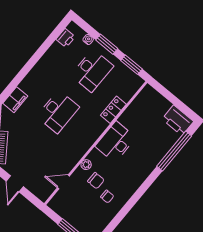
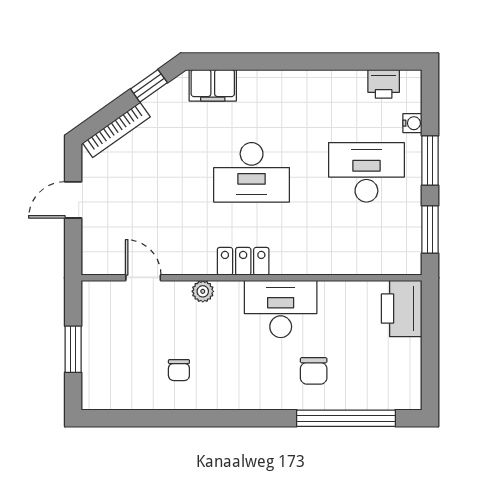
desk: (92, 71) -> (366, 172), turned 180
locker: (113, 110) -> (243, 261), moved
printer: (178, 120) -> (402, 309), moved
chair: (96, 181) -> (314, 371), moved

